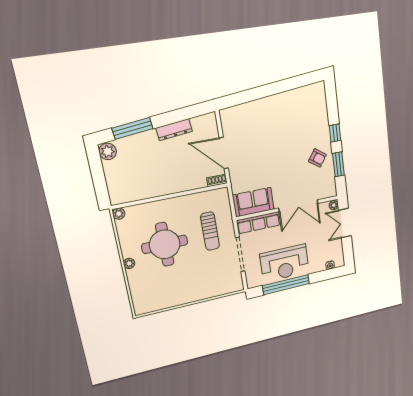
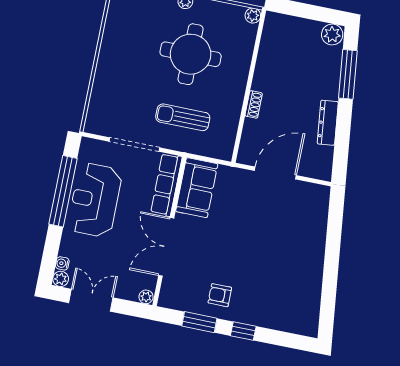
armchair: (317, 158) -> (220, 295), turned 55
shoe rack: (217, 181) -> (254, 104), moved
double door: (345, 223) -> (91, 300), moved
plant: (340, 262) -> (61, 279), added

